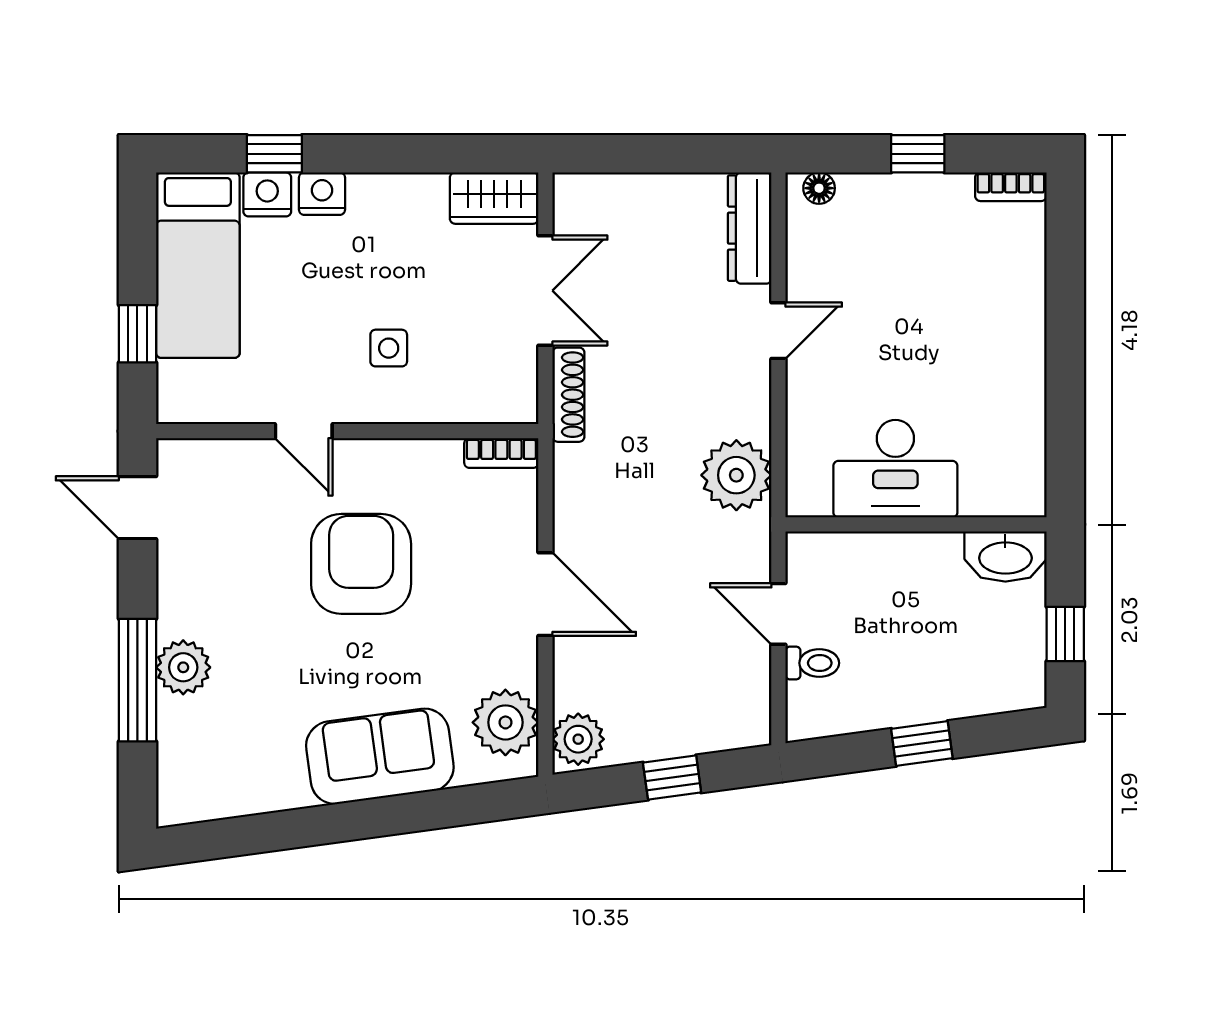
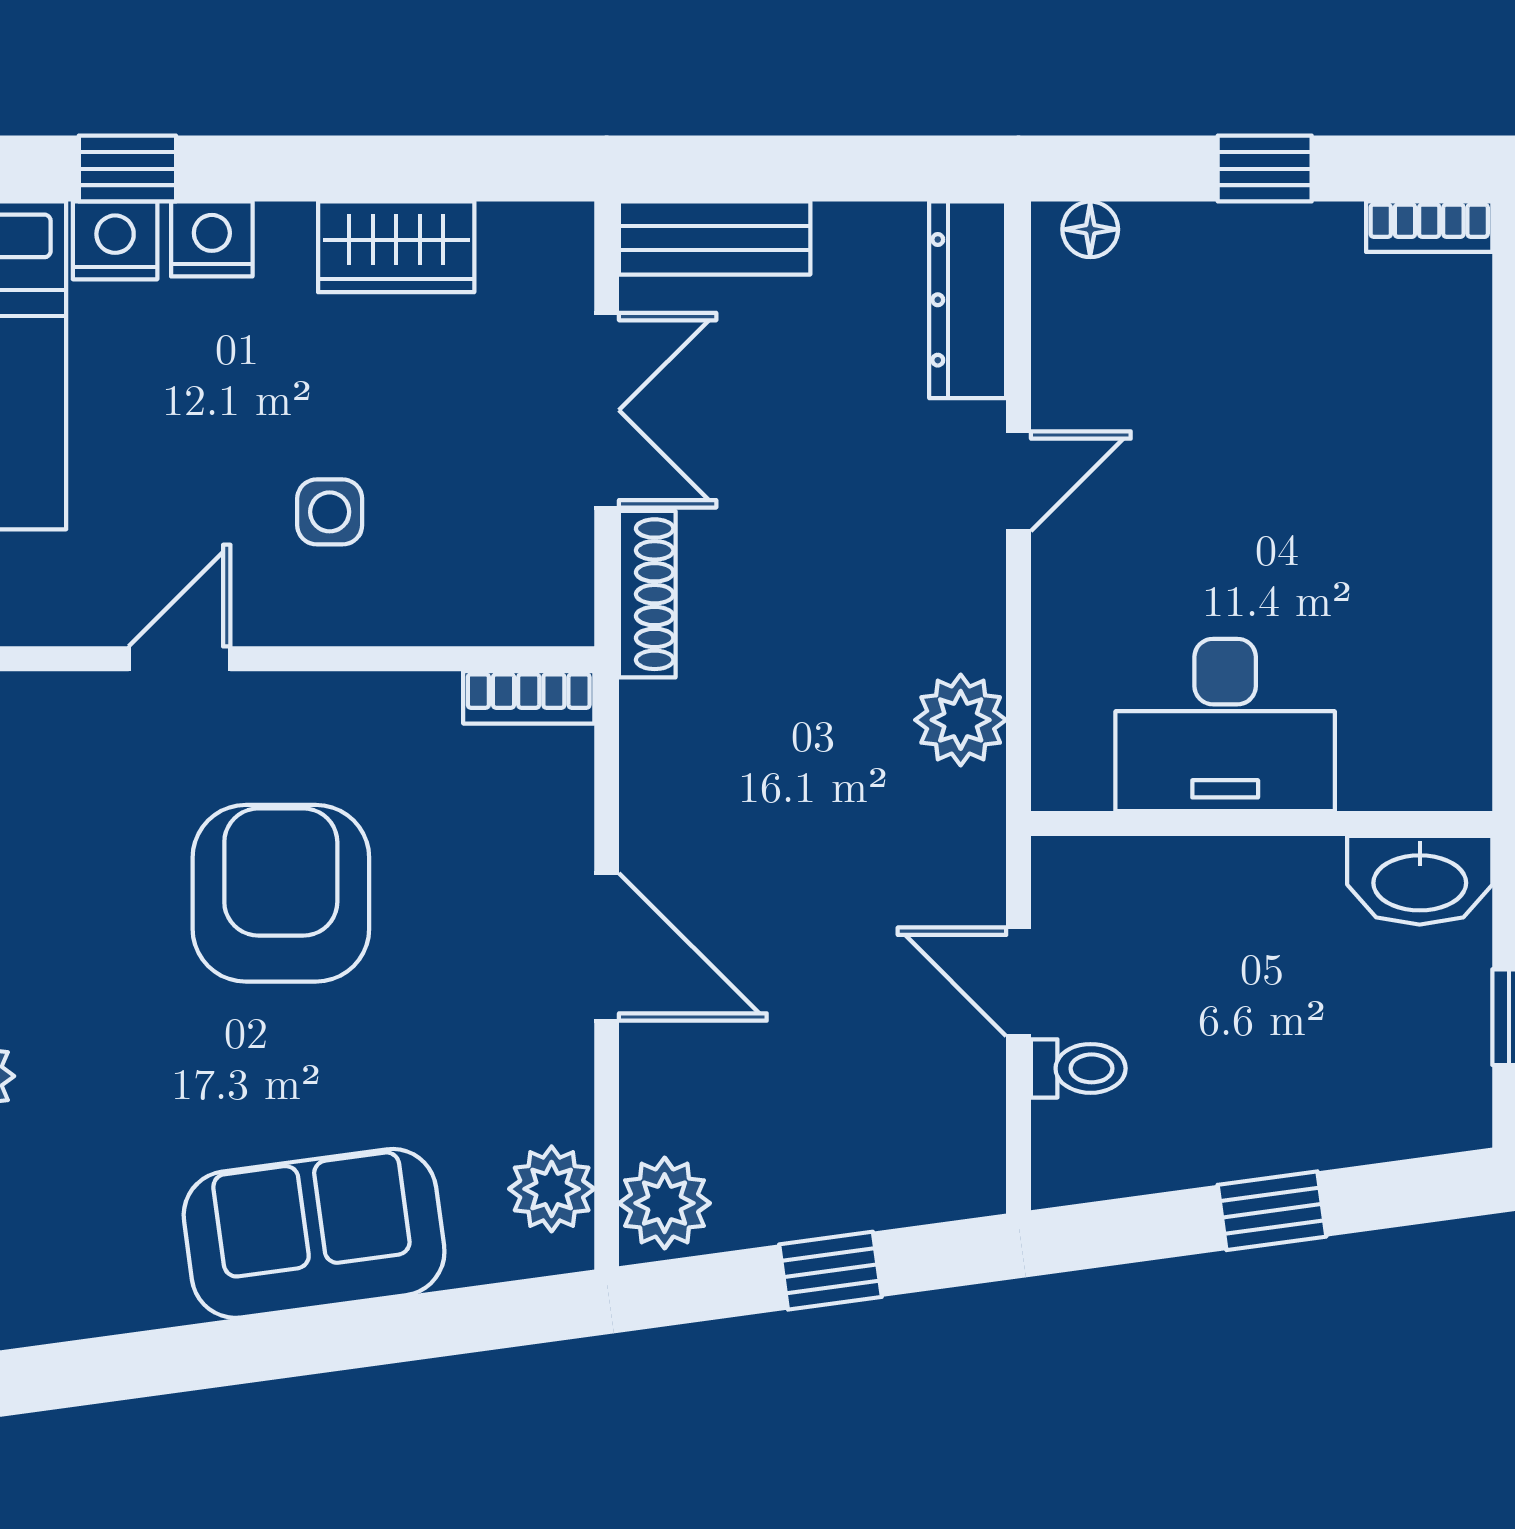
bench: (607, 193) -> (715, 238), added
wardrobe: (494, 198) -> (396, 247), moved
door: (304, 431) -> (180, 659), swing flipped
plant: (736, 475) -> (961, 720), width x0.73, depth x0.73
plant: (505, 722) -> (552, 1189), width x0.73, depth x0.73

